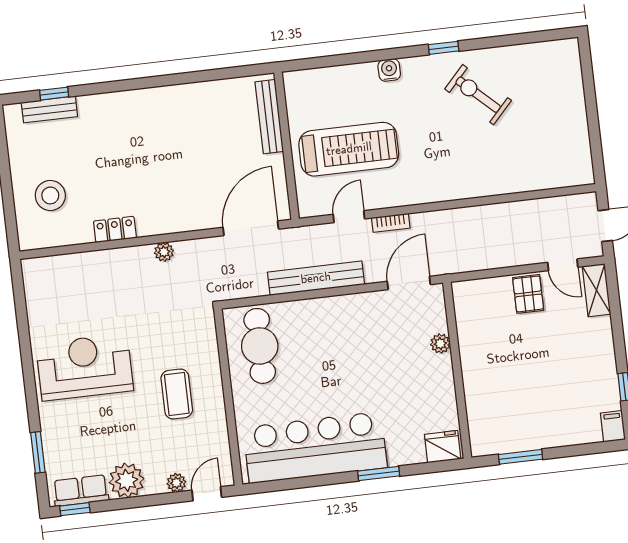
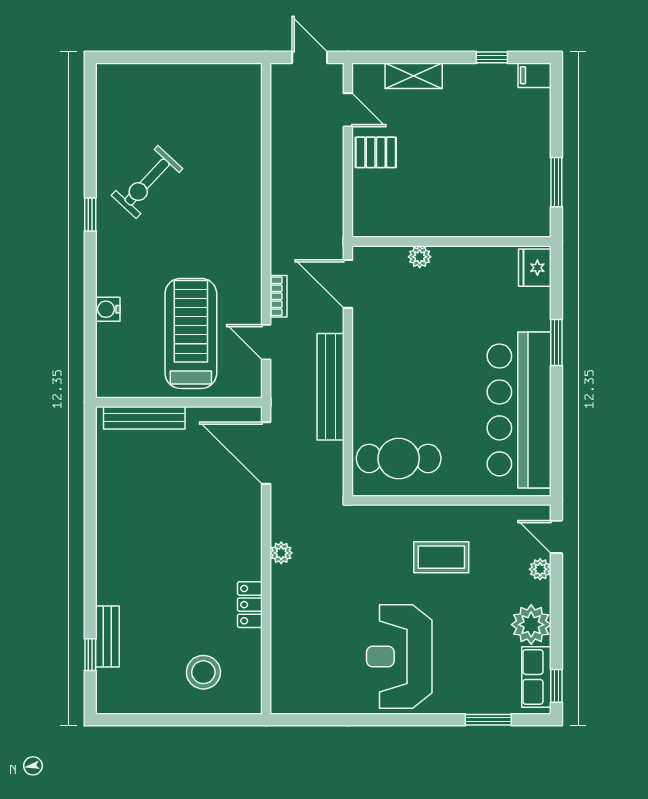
water cooler: (389, 70) -> (108, 309), moved
bench: (49, 109) -> (107, 637), moved
door: (563, 265) -> (348, 110), hinge flipped
shelving: (596, 290) -> (414, 76), moved

